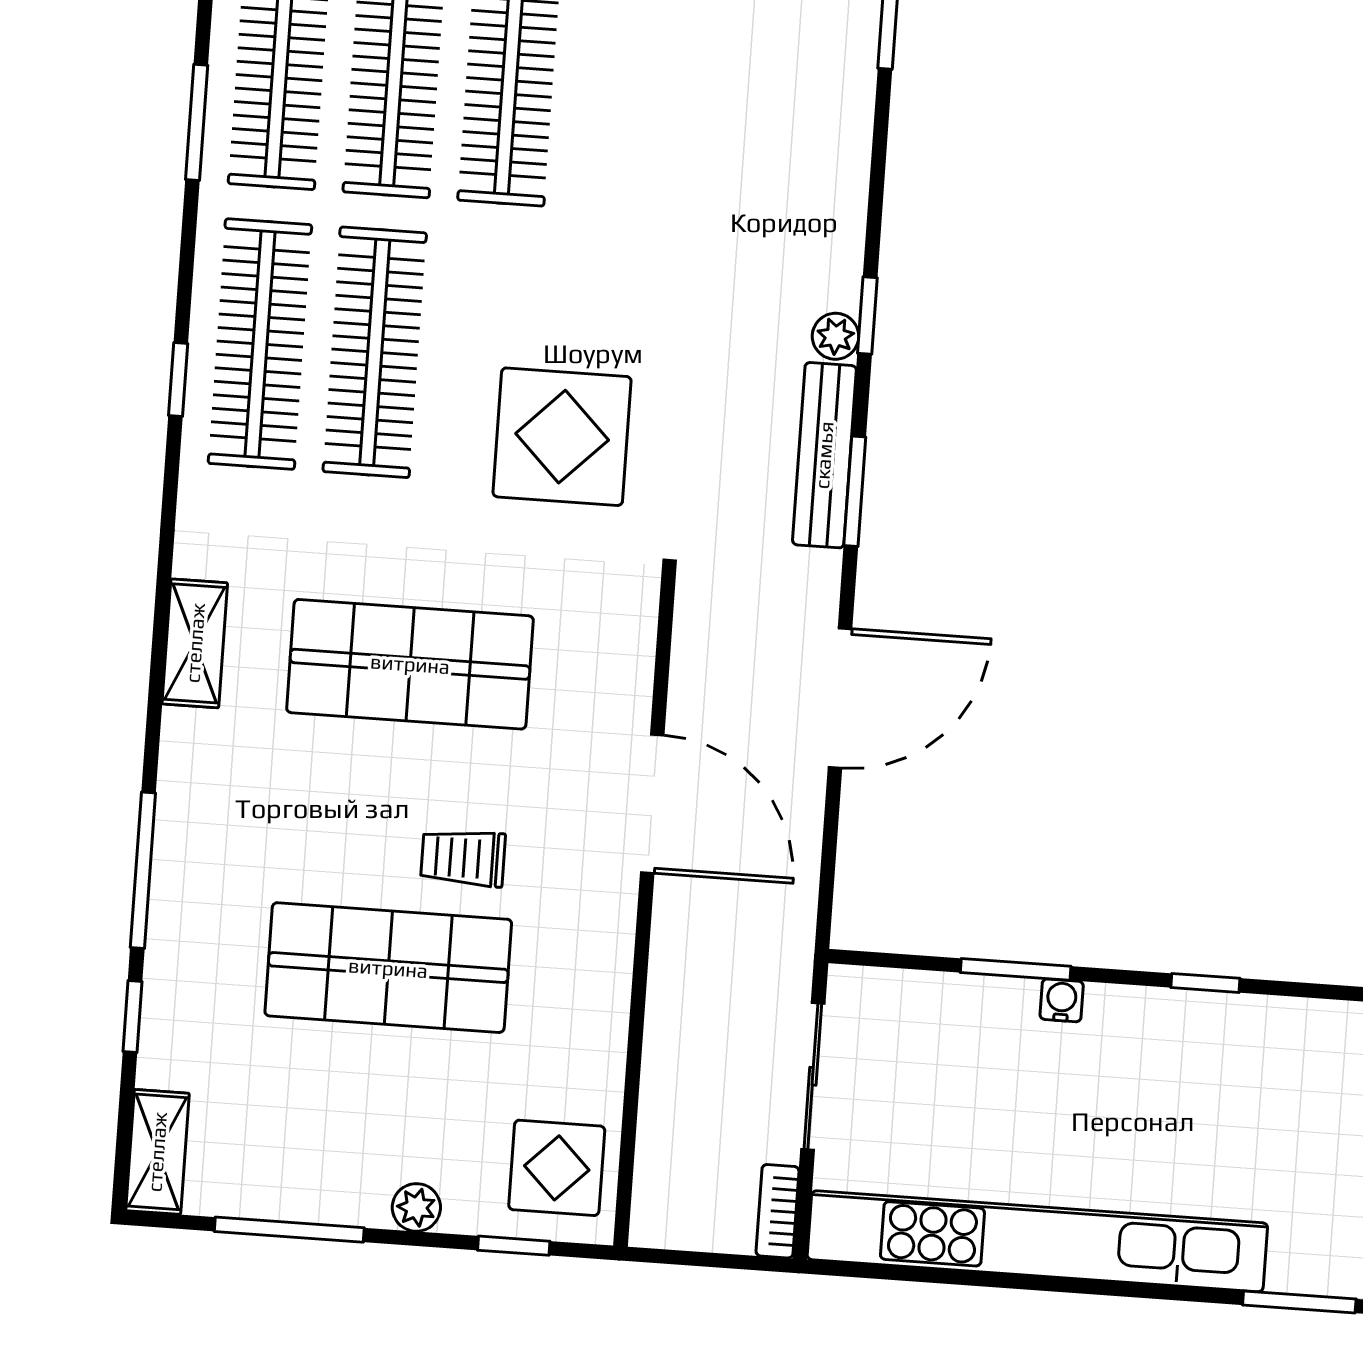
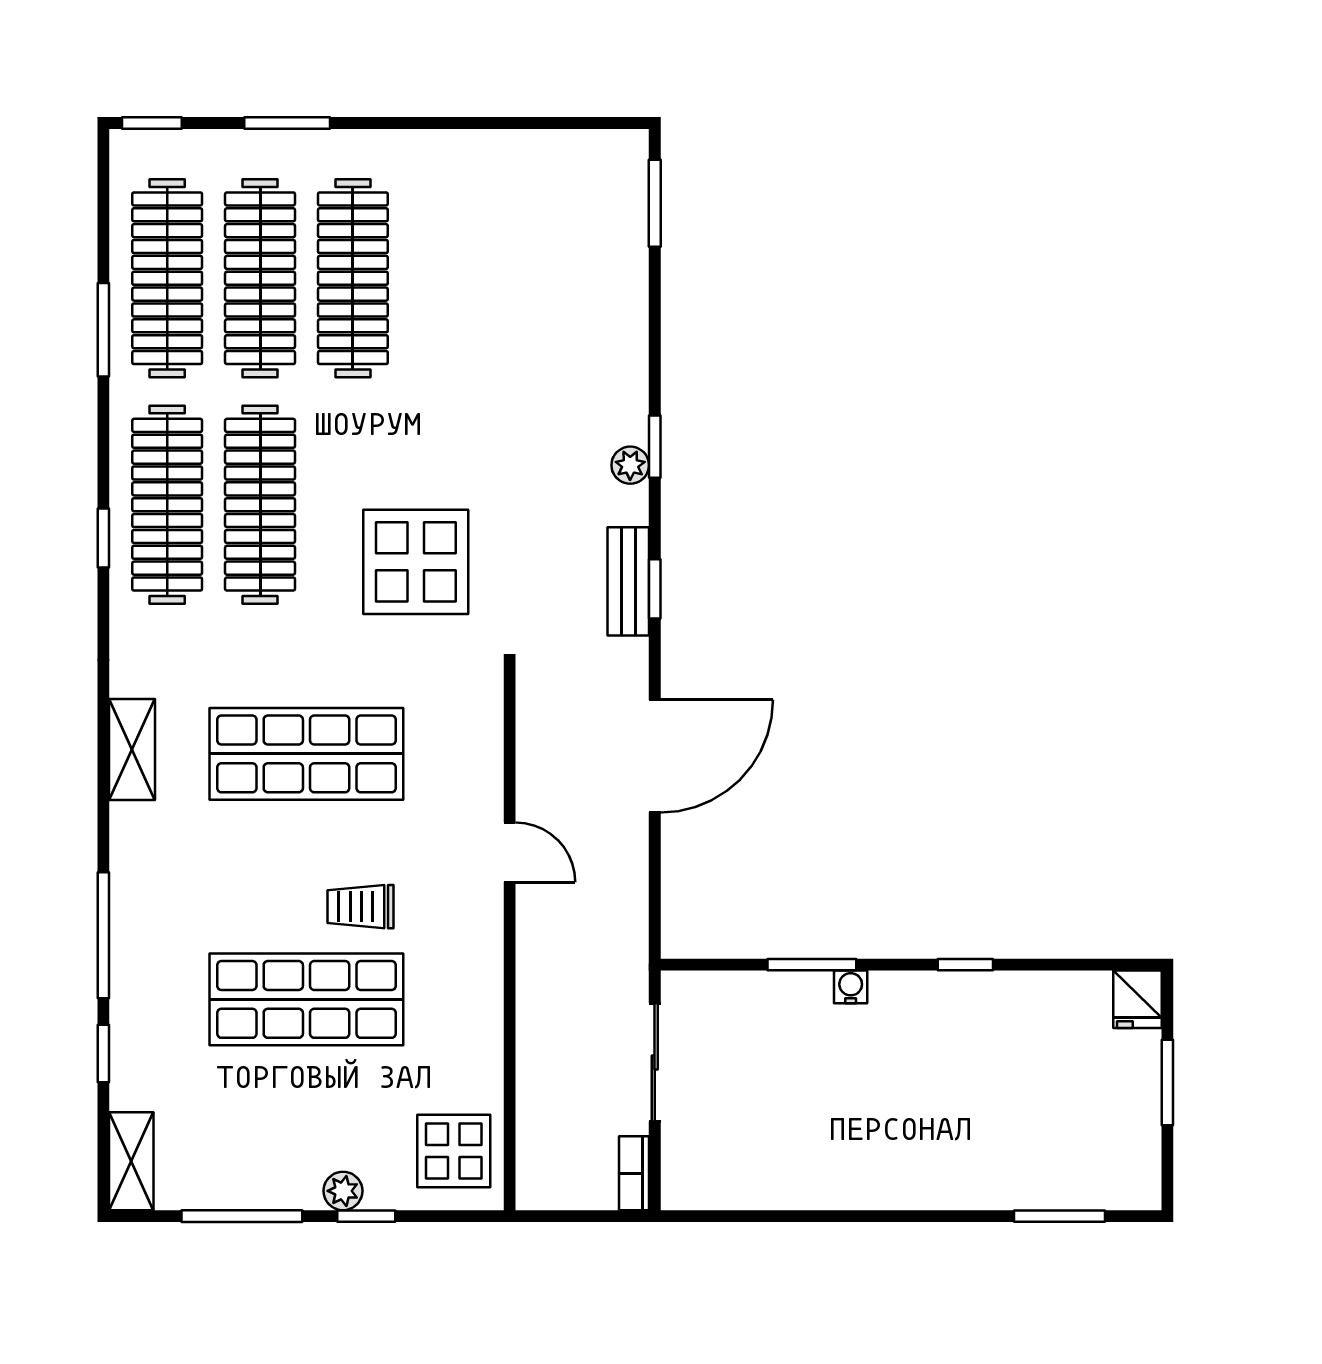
bench: (824, 455) -> (628, 581), width x0.73
window: (855, 491) -> (655, 589), width x0.67
door: (652, 804) -> (510, 852), width x0.53
kitchen unit: (1037, 1241) -> (845, 1182), removed
window: (514, 1246) -> (366, 1216), moved

